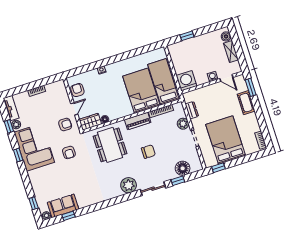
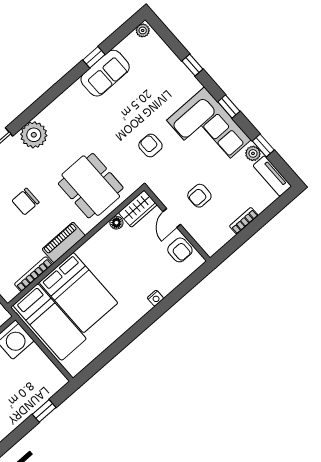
armchair: (65, 125) -> (199, 196), moved
window: (34, 203) -> (192, 65), moved
sofa: (63, 206) -> (105, 73), moved
window: (68, 216) -> (94, 57), moved

